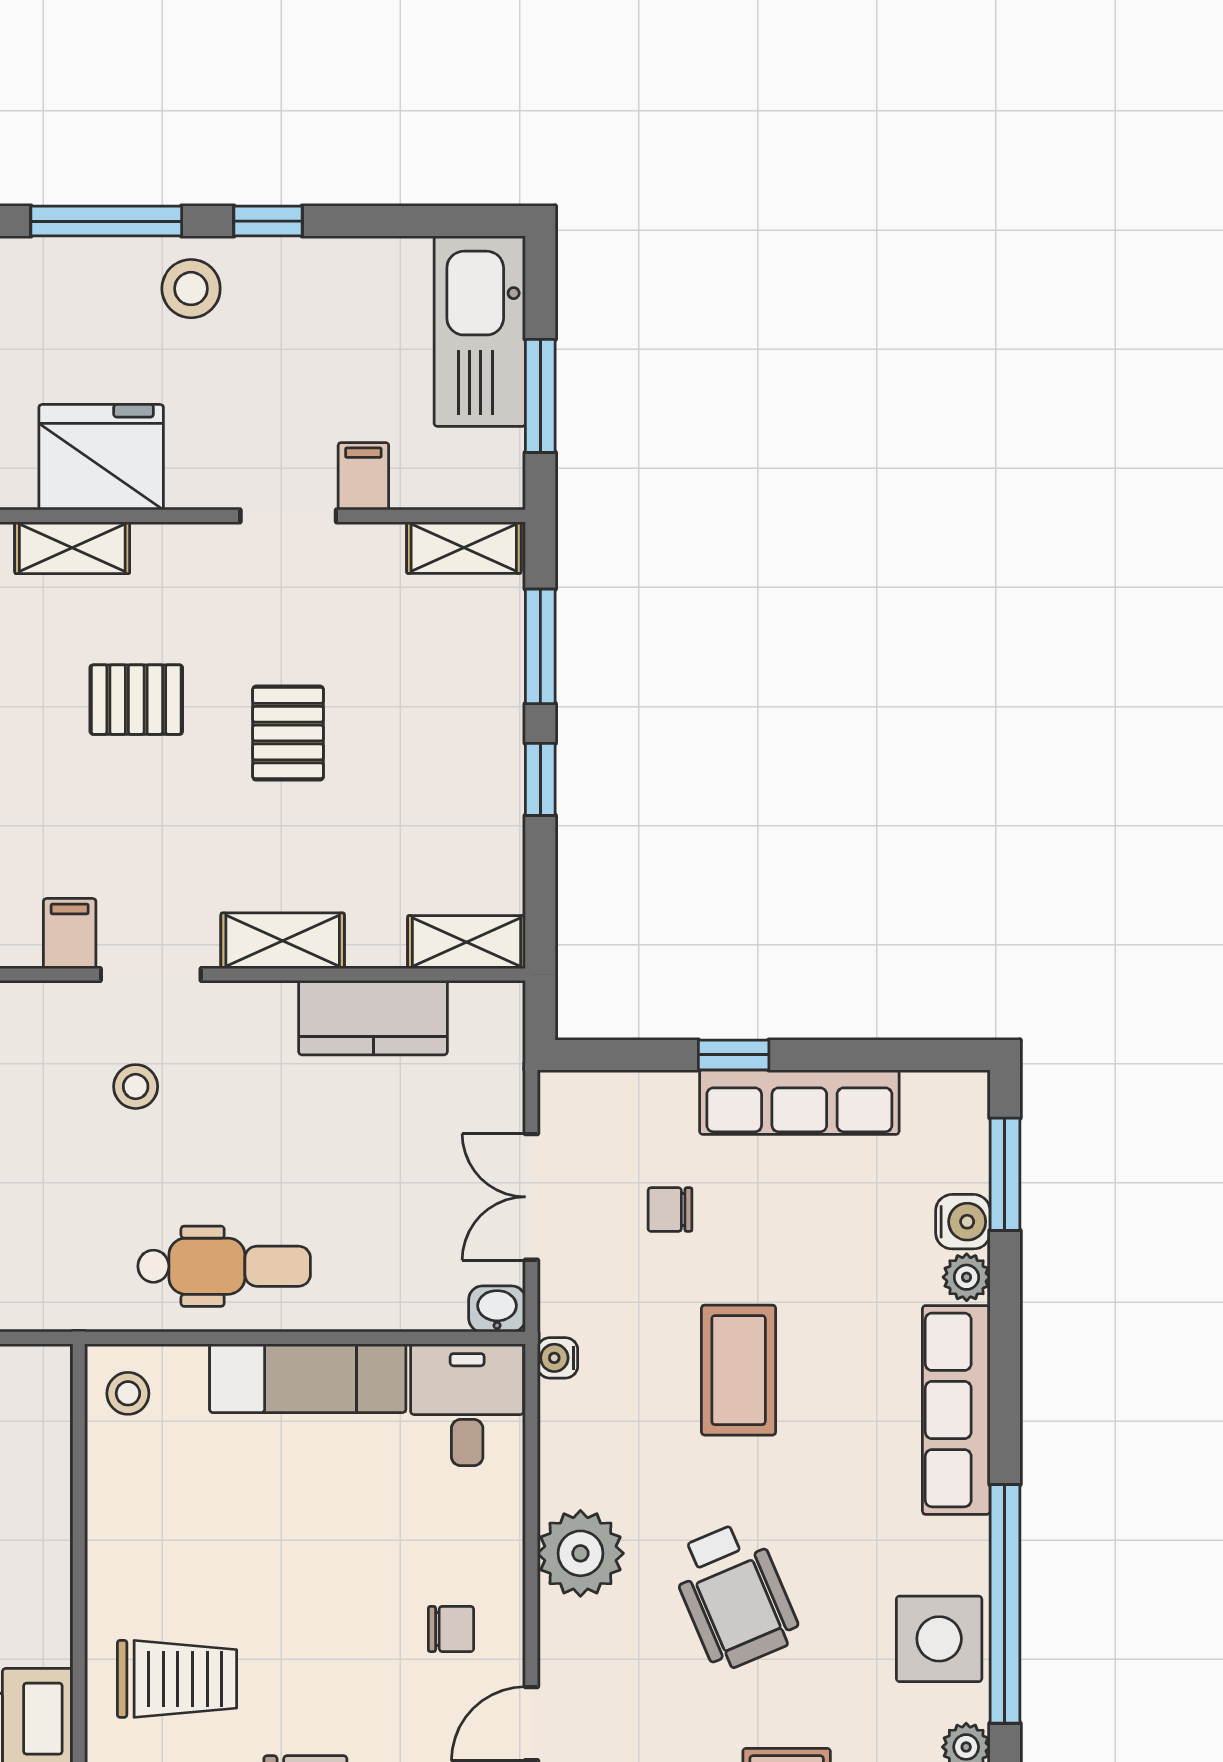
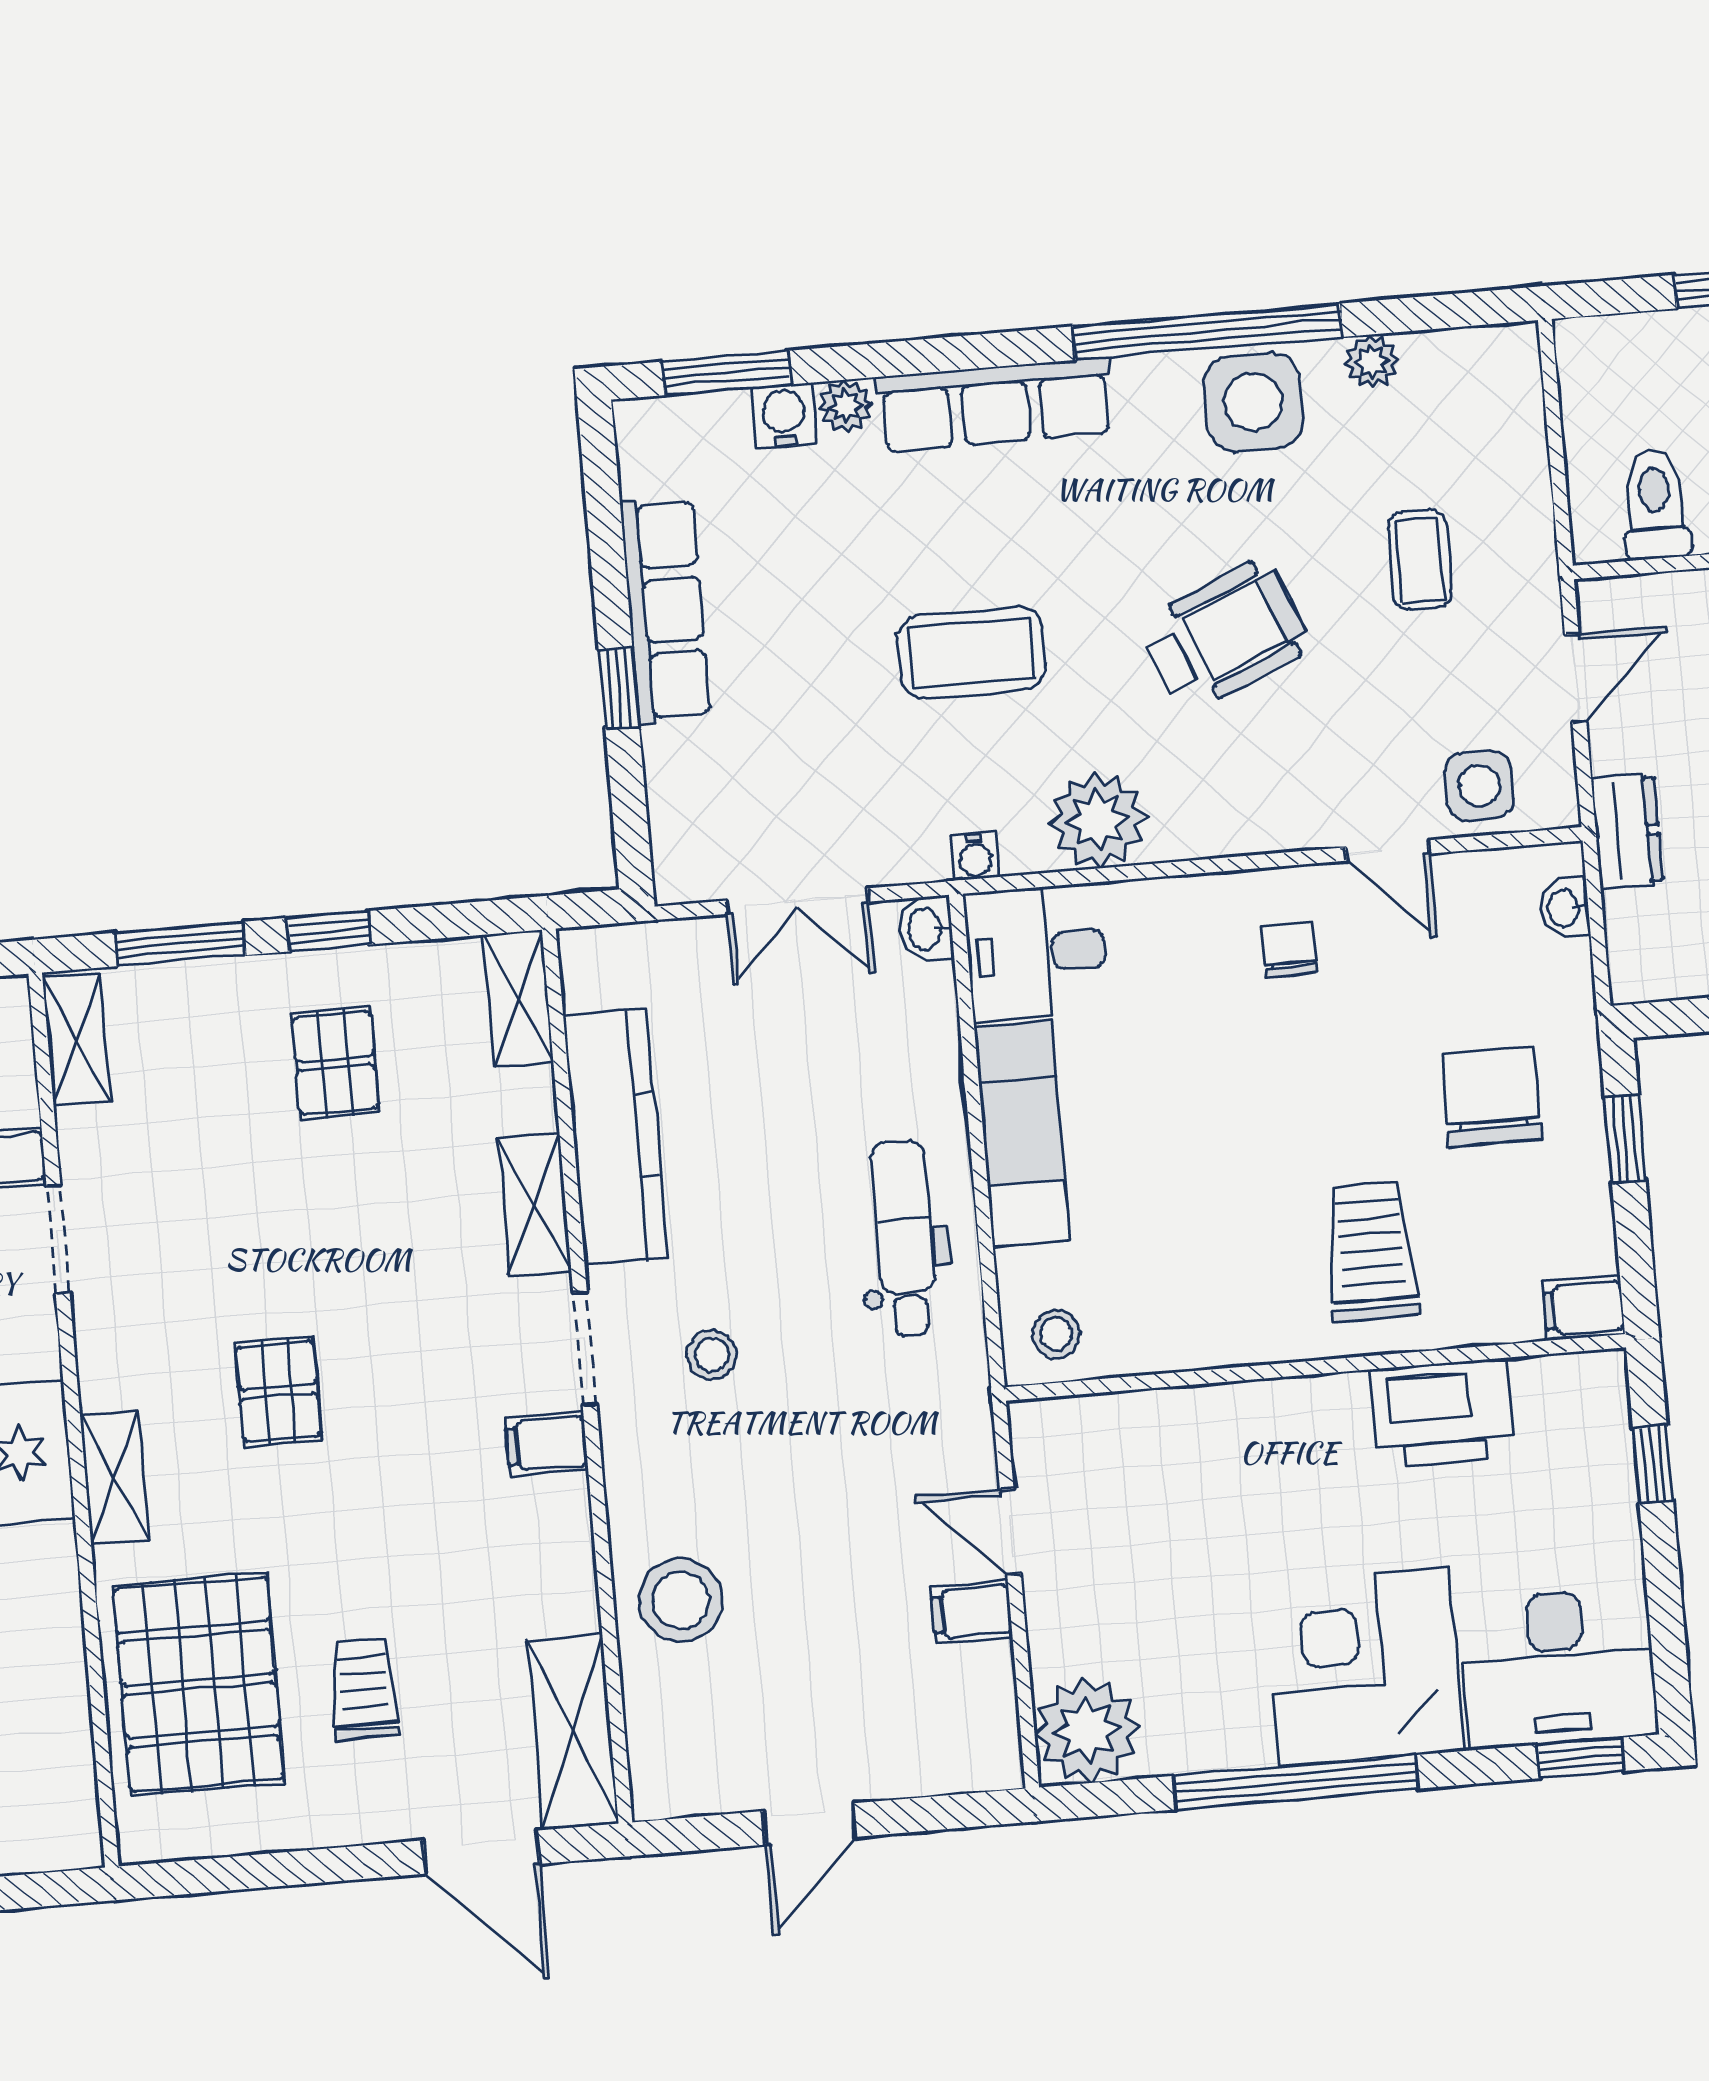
pallet: (288, 733) -> (335, 1063), moved, turned 90
kitchen counter: (373, 1018) -> (615, 1137), width x1.50
chair: (670, 1210) -> (798, 745), removed
plant: (580, 1553) -> (1098, 820), moved

